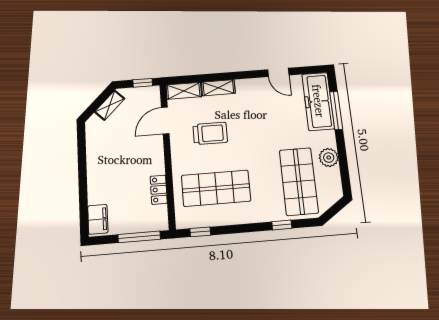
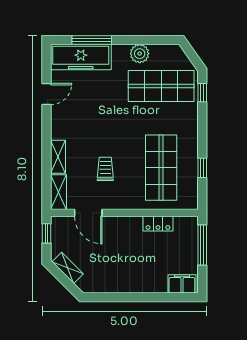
trolley: (210, 133) -> (105, 169), width x0.73, depth x0.72
window: (282, 225) -> (202, 93), moved
window: (200, 232) -> (202, 168), moved

